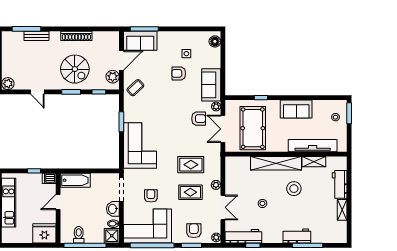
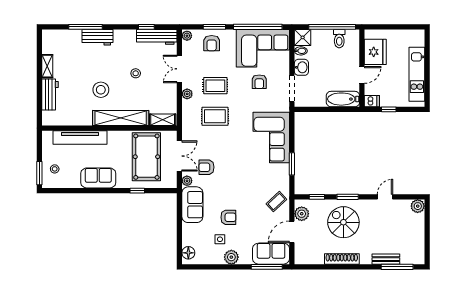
plant: (176, 38) -> (231, 257), added
door: (37, 92) -> (385, 197), hinge flipped
shelving: (314, 162) -> (163, 120), moved
fridge: (44, 233) -> (375, 52), moved, turned -90

